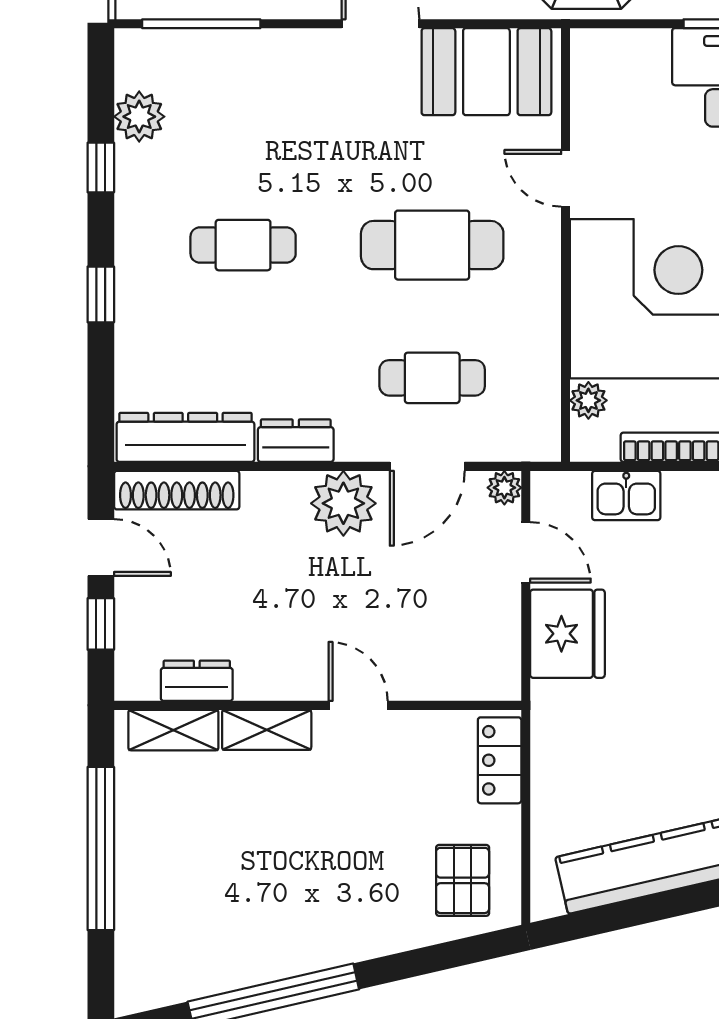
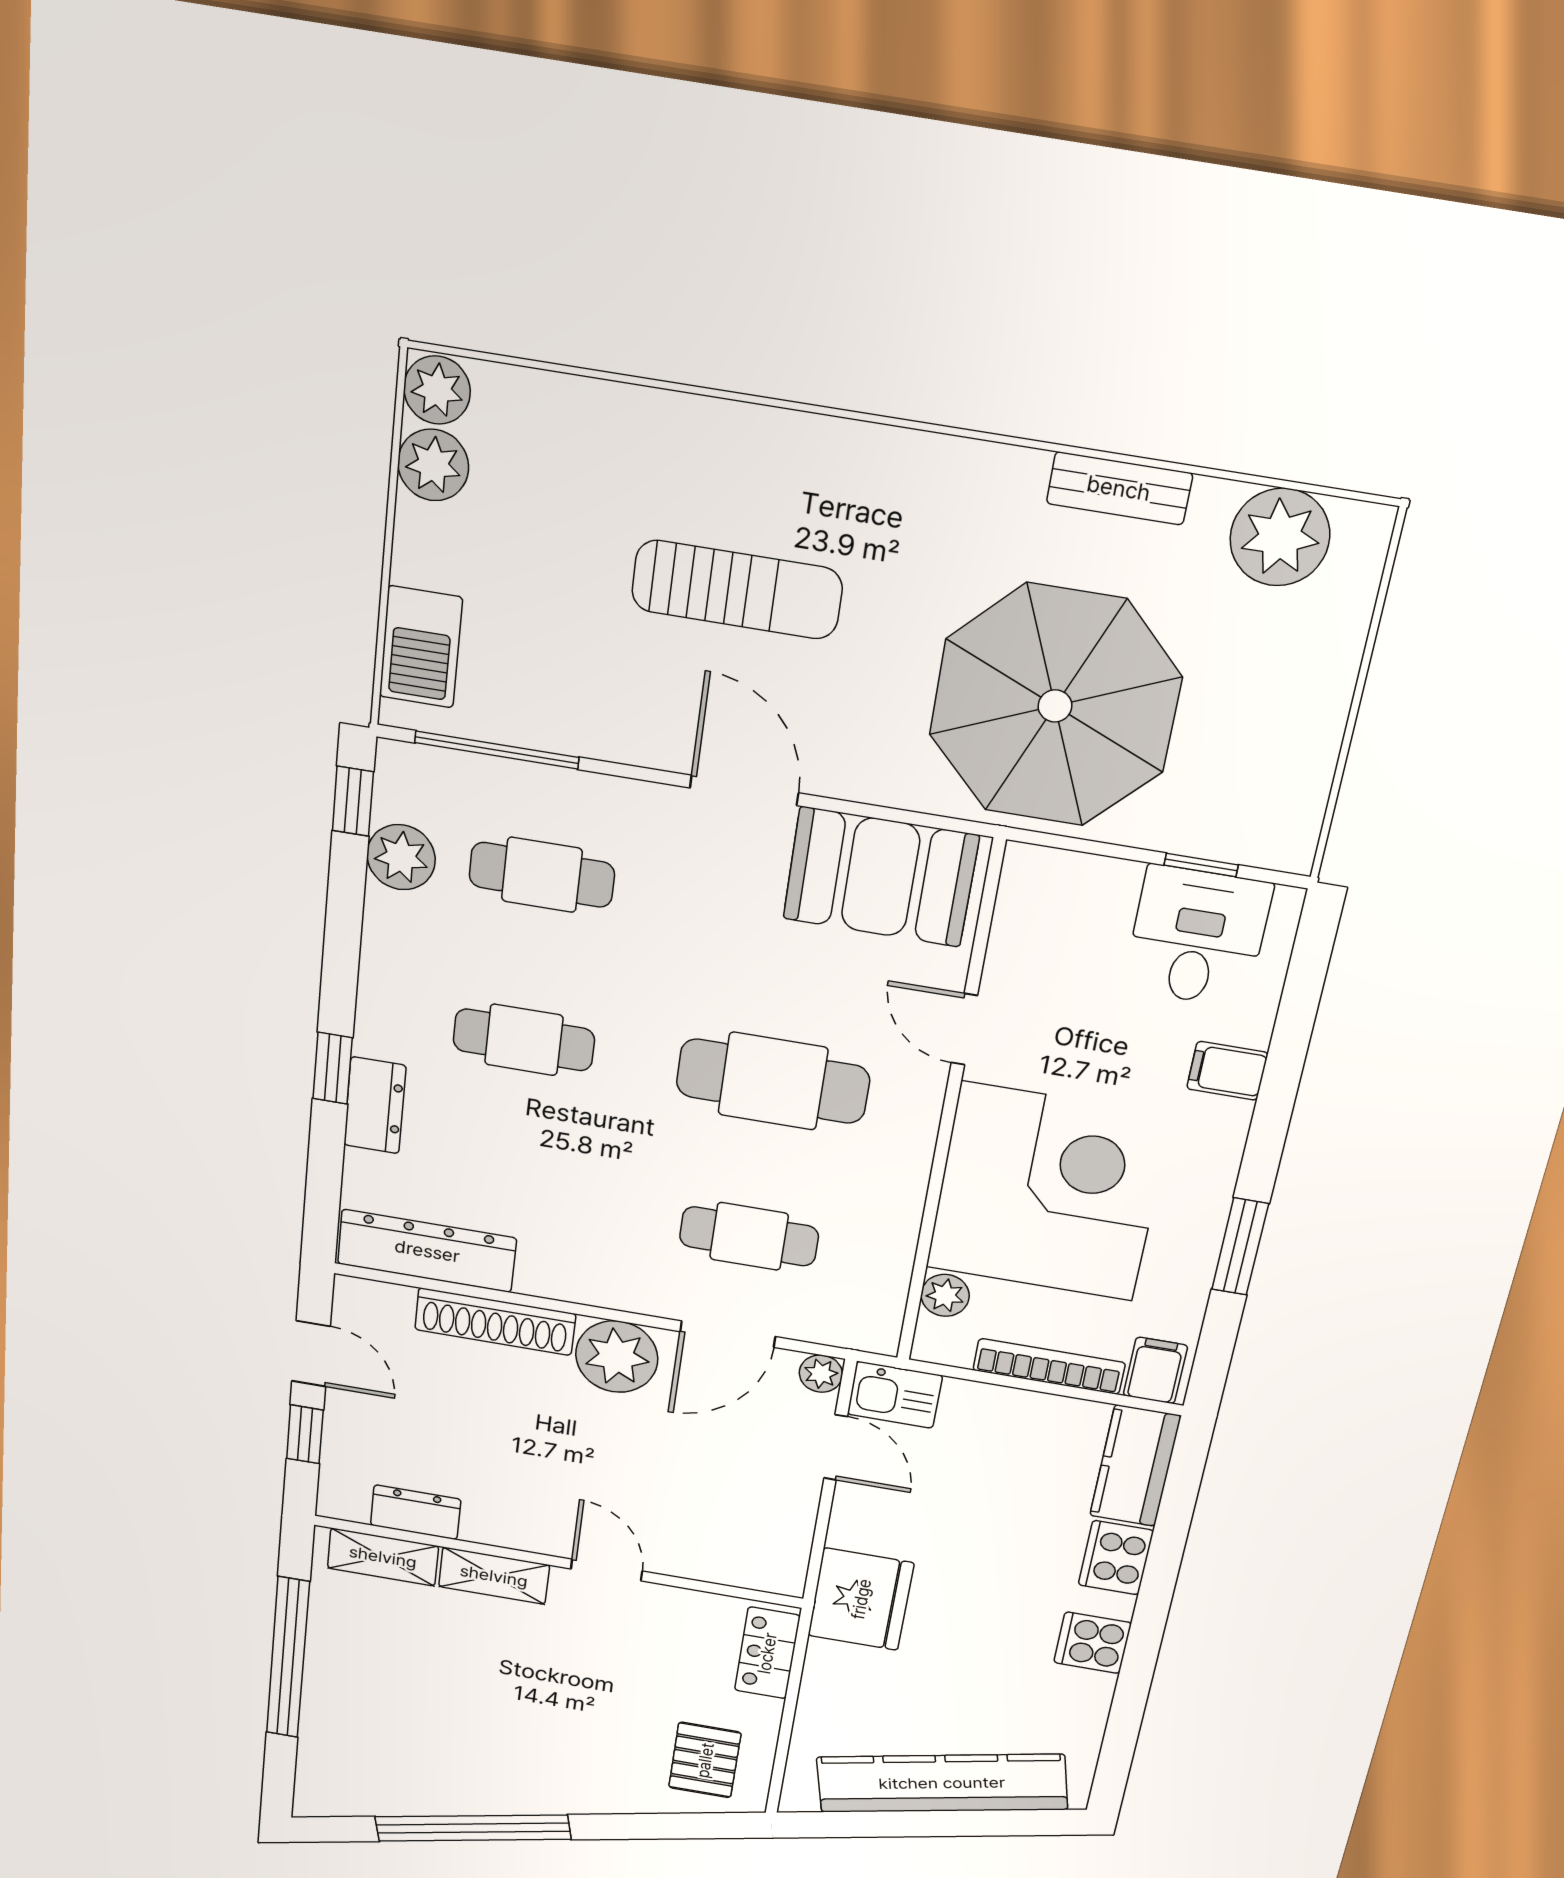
cafe table: (243, 112) -> (542, 875), added
window: (101, 168) -> (353, 801), moved
dresser: (296, 441) -> (375, 1105), moved, turned 90
shoe rack: (177, 490) -> (495, 1322), moved
kitchen sink: (626, 496) -> (895, 1395), moved
fridge: (567, 634) -> (861, 1599), moved

